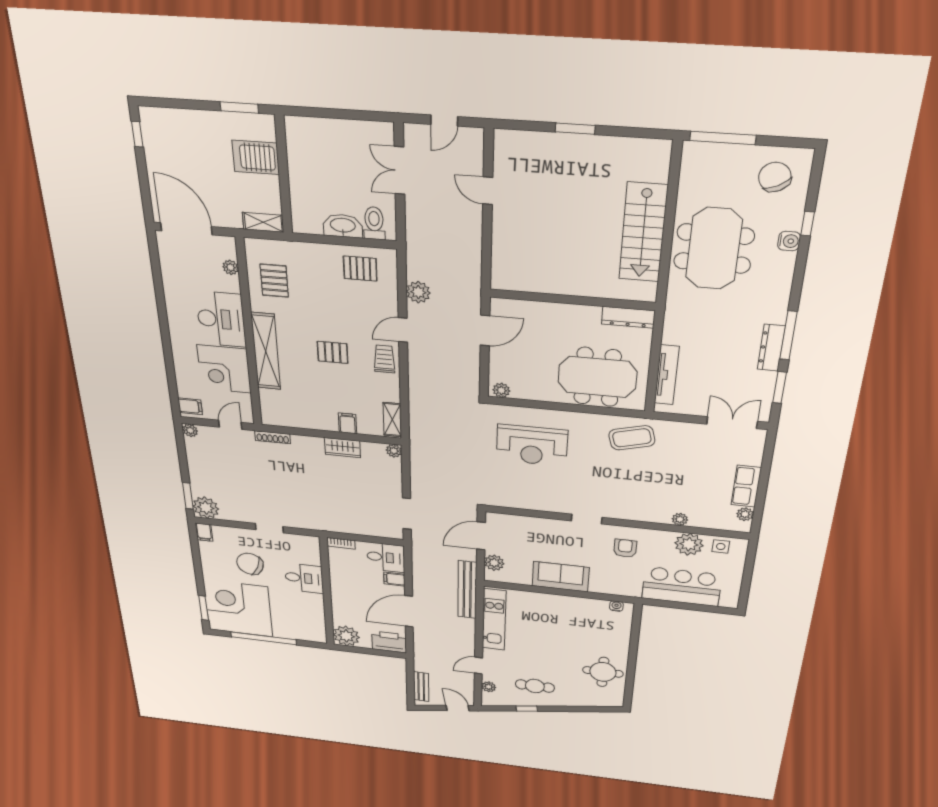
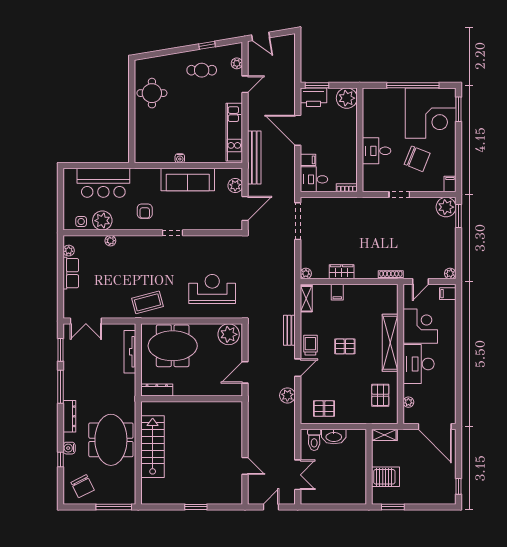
dresser: (771, 348) -> (69, 416), moved
trolley: (384, 359) -> (310, 345), turned 180
plant: (501, 390) -> (229, 334), width x1.88, depth x1.88
doorway: (407, 514) -> (298, 221), width x1.36
sofa: (561, 577) -> (188, 180), width x1.36
water cooler: (616, 606) -> (180, 158), moved
door: (409, 611) -> (298, 130), swing flipped
window: (385, 653) -> (317, 85), added
bench: (421, 687) -> (289, 330), moved

